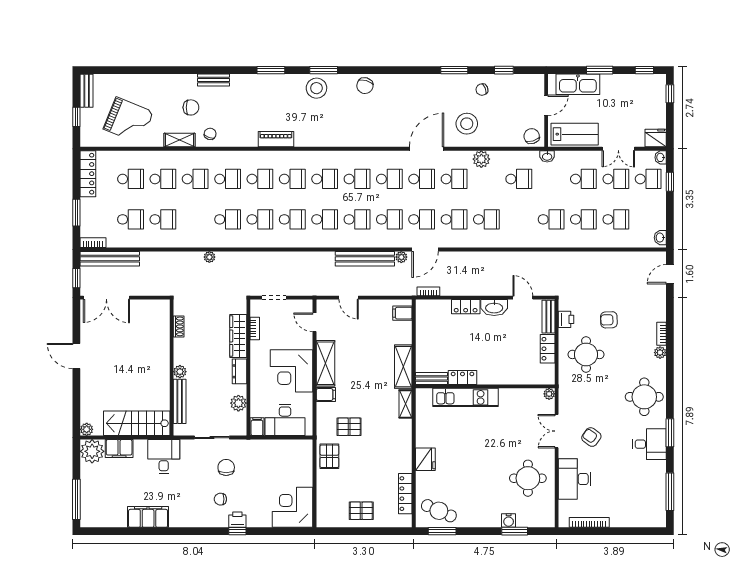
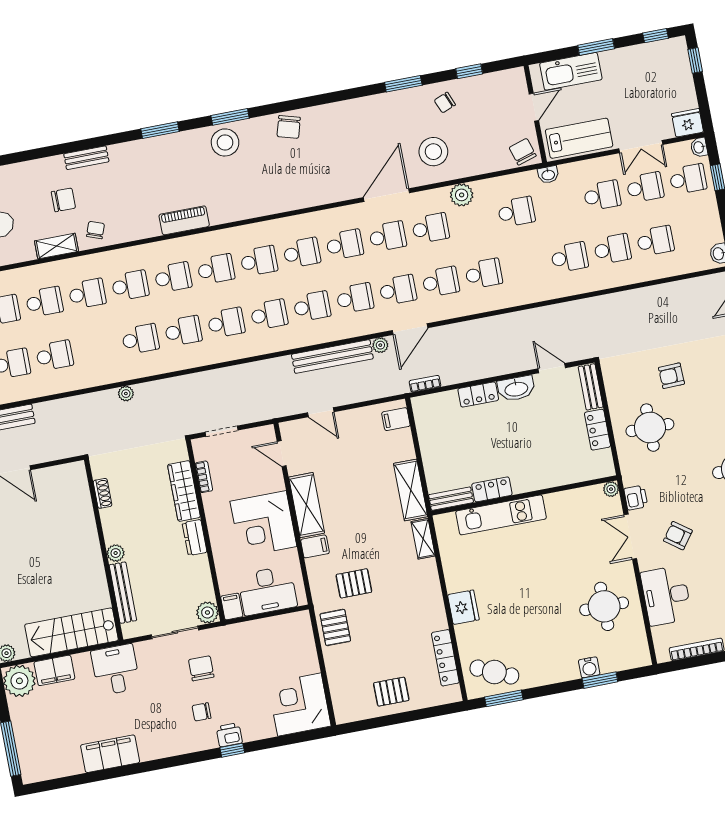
printer: (566, 319) -> (636, 498), moved
plant: (238, 403) -> (207, 612), moved

